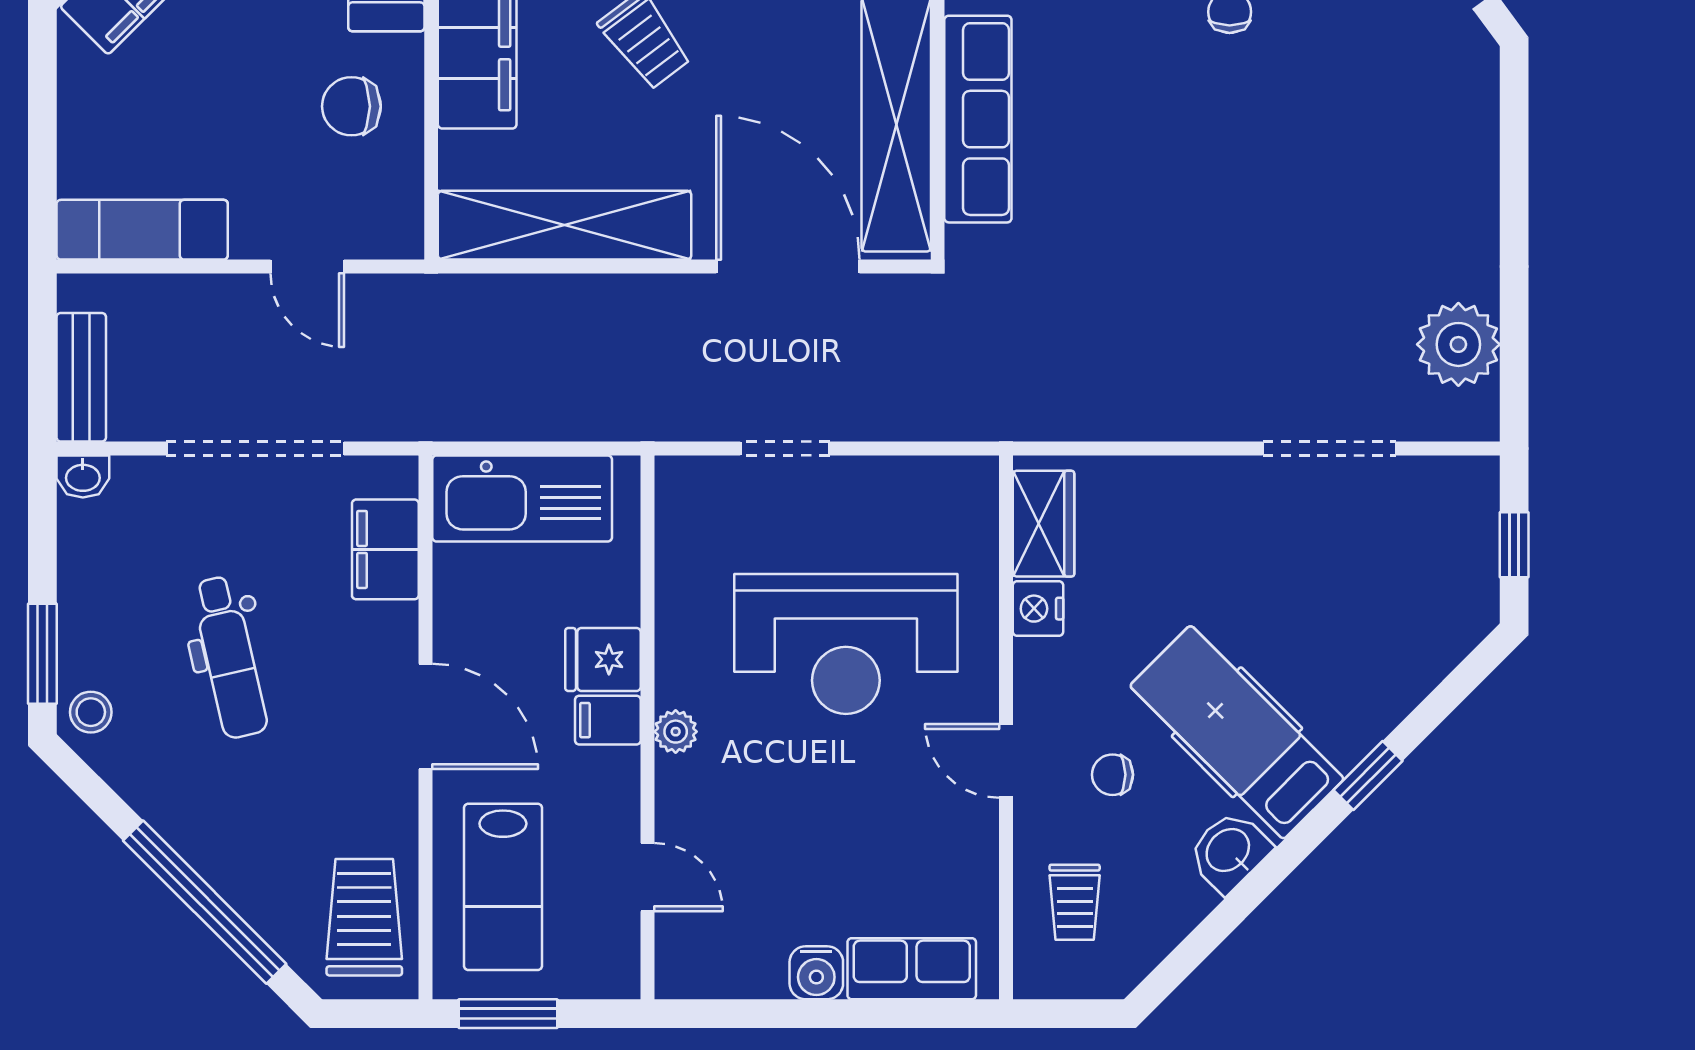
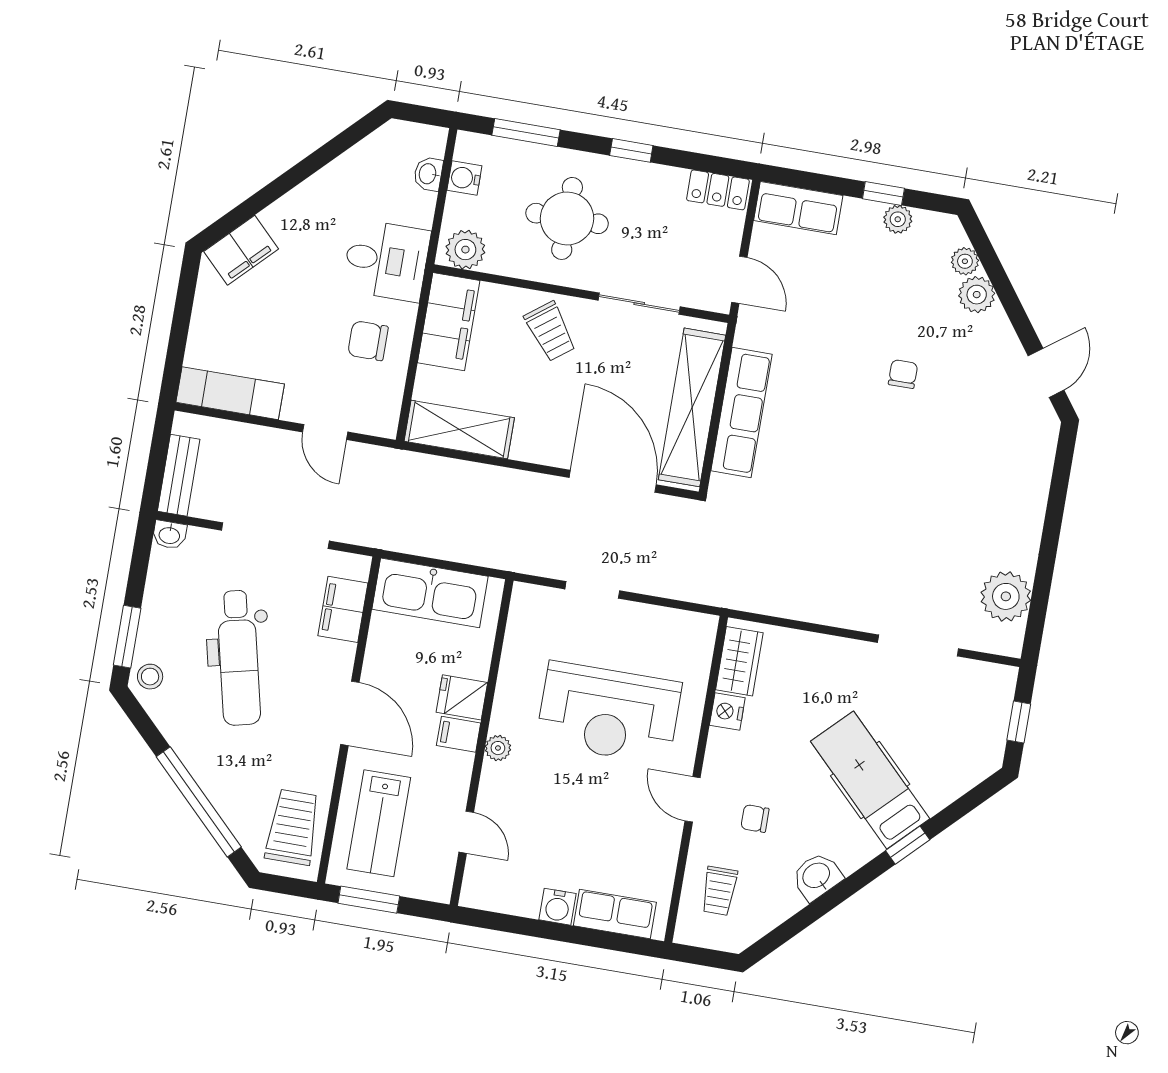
shelving: (565, 225) -> (459, 430), width x0.68
dental chair: (229, 657) -> (239, 658), width x1.36, depth x1.38
hospital bed: (1237, 732) -> (870, 780), moved

